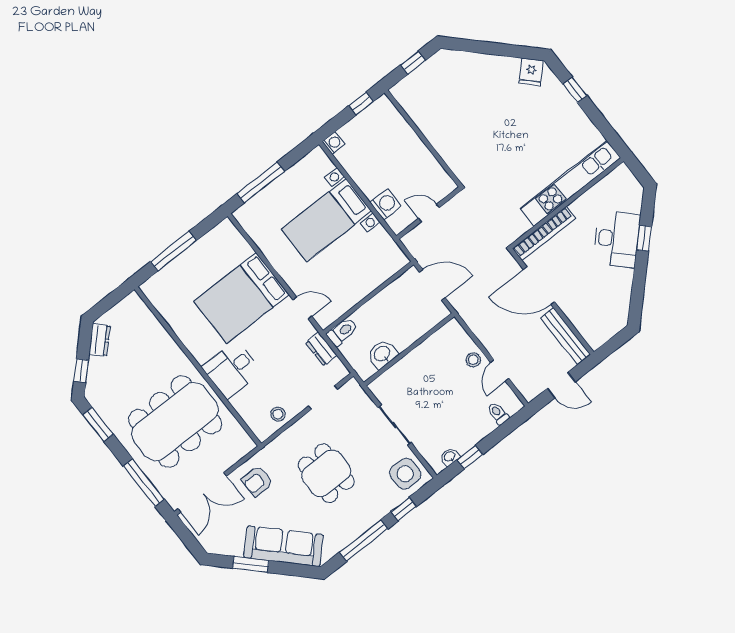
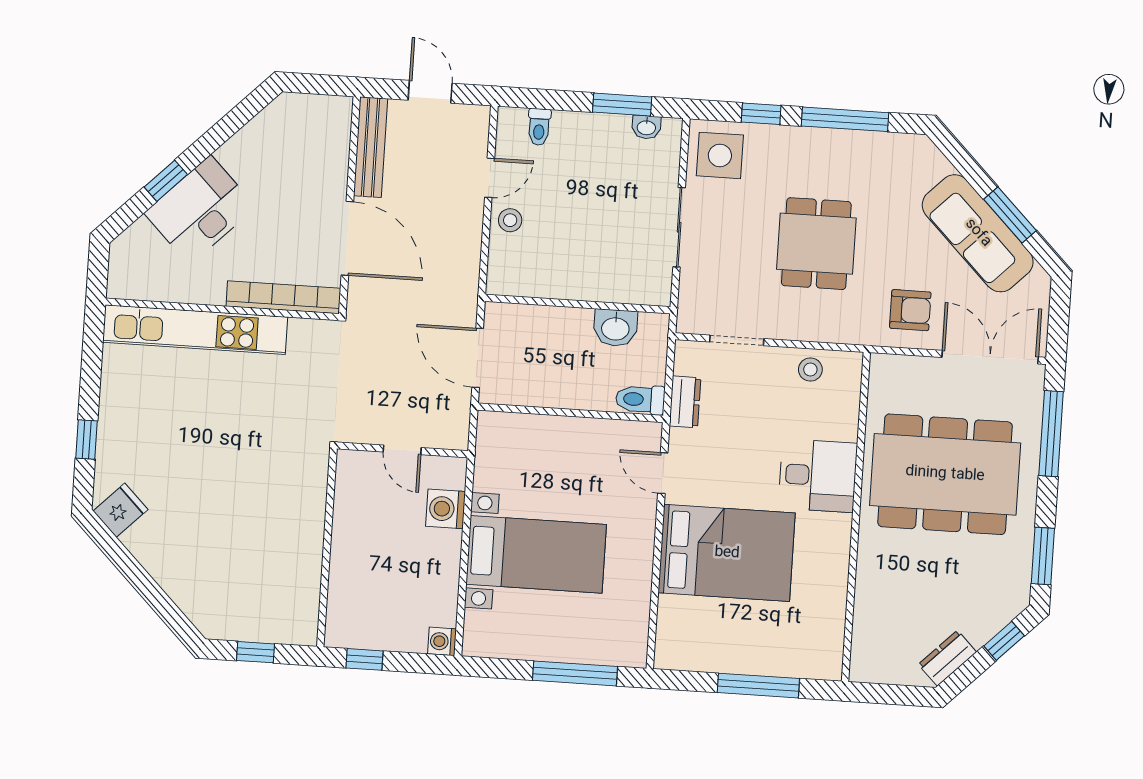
window: (470, 457) -> (622, 104), width x1.50
sofa: (284, 546) -> (978, 233), moved

